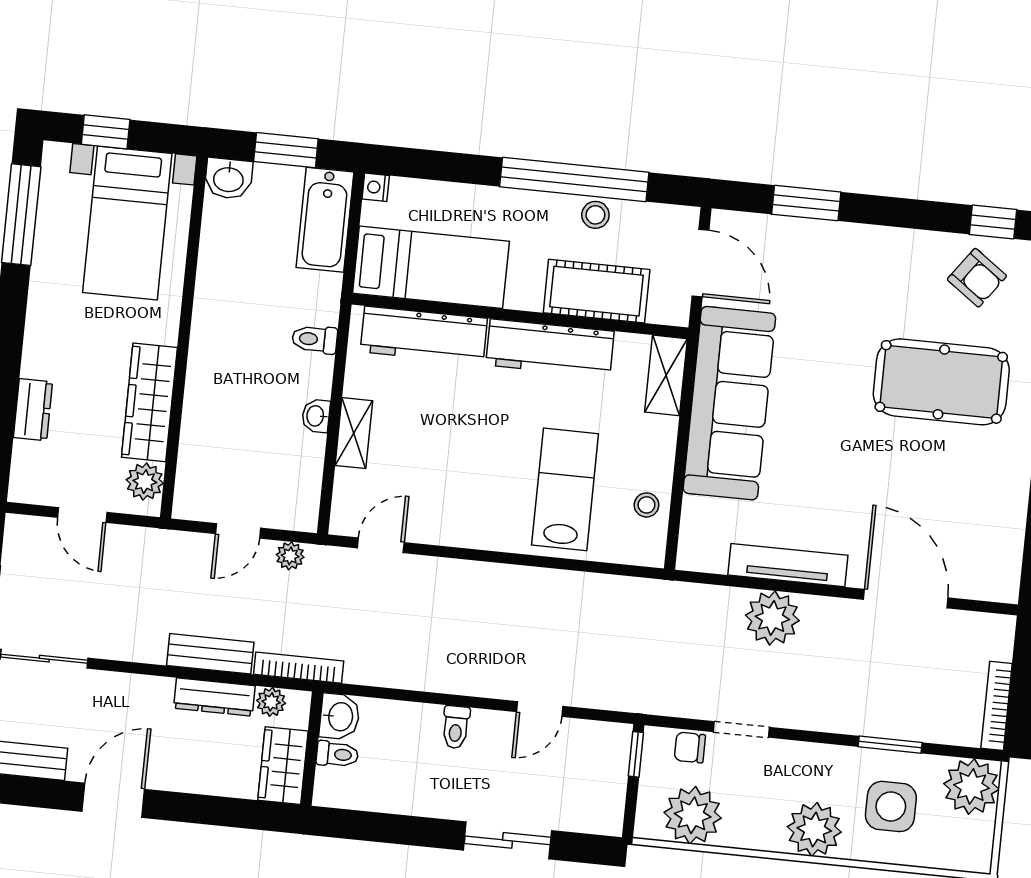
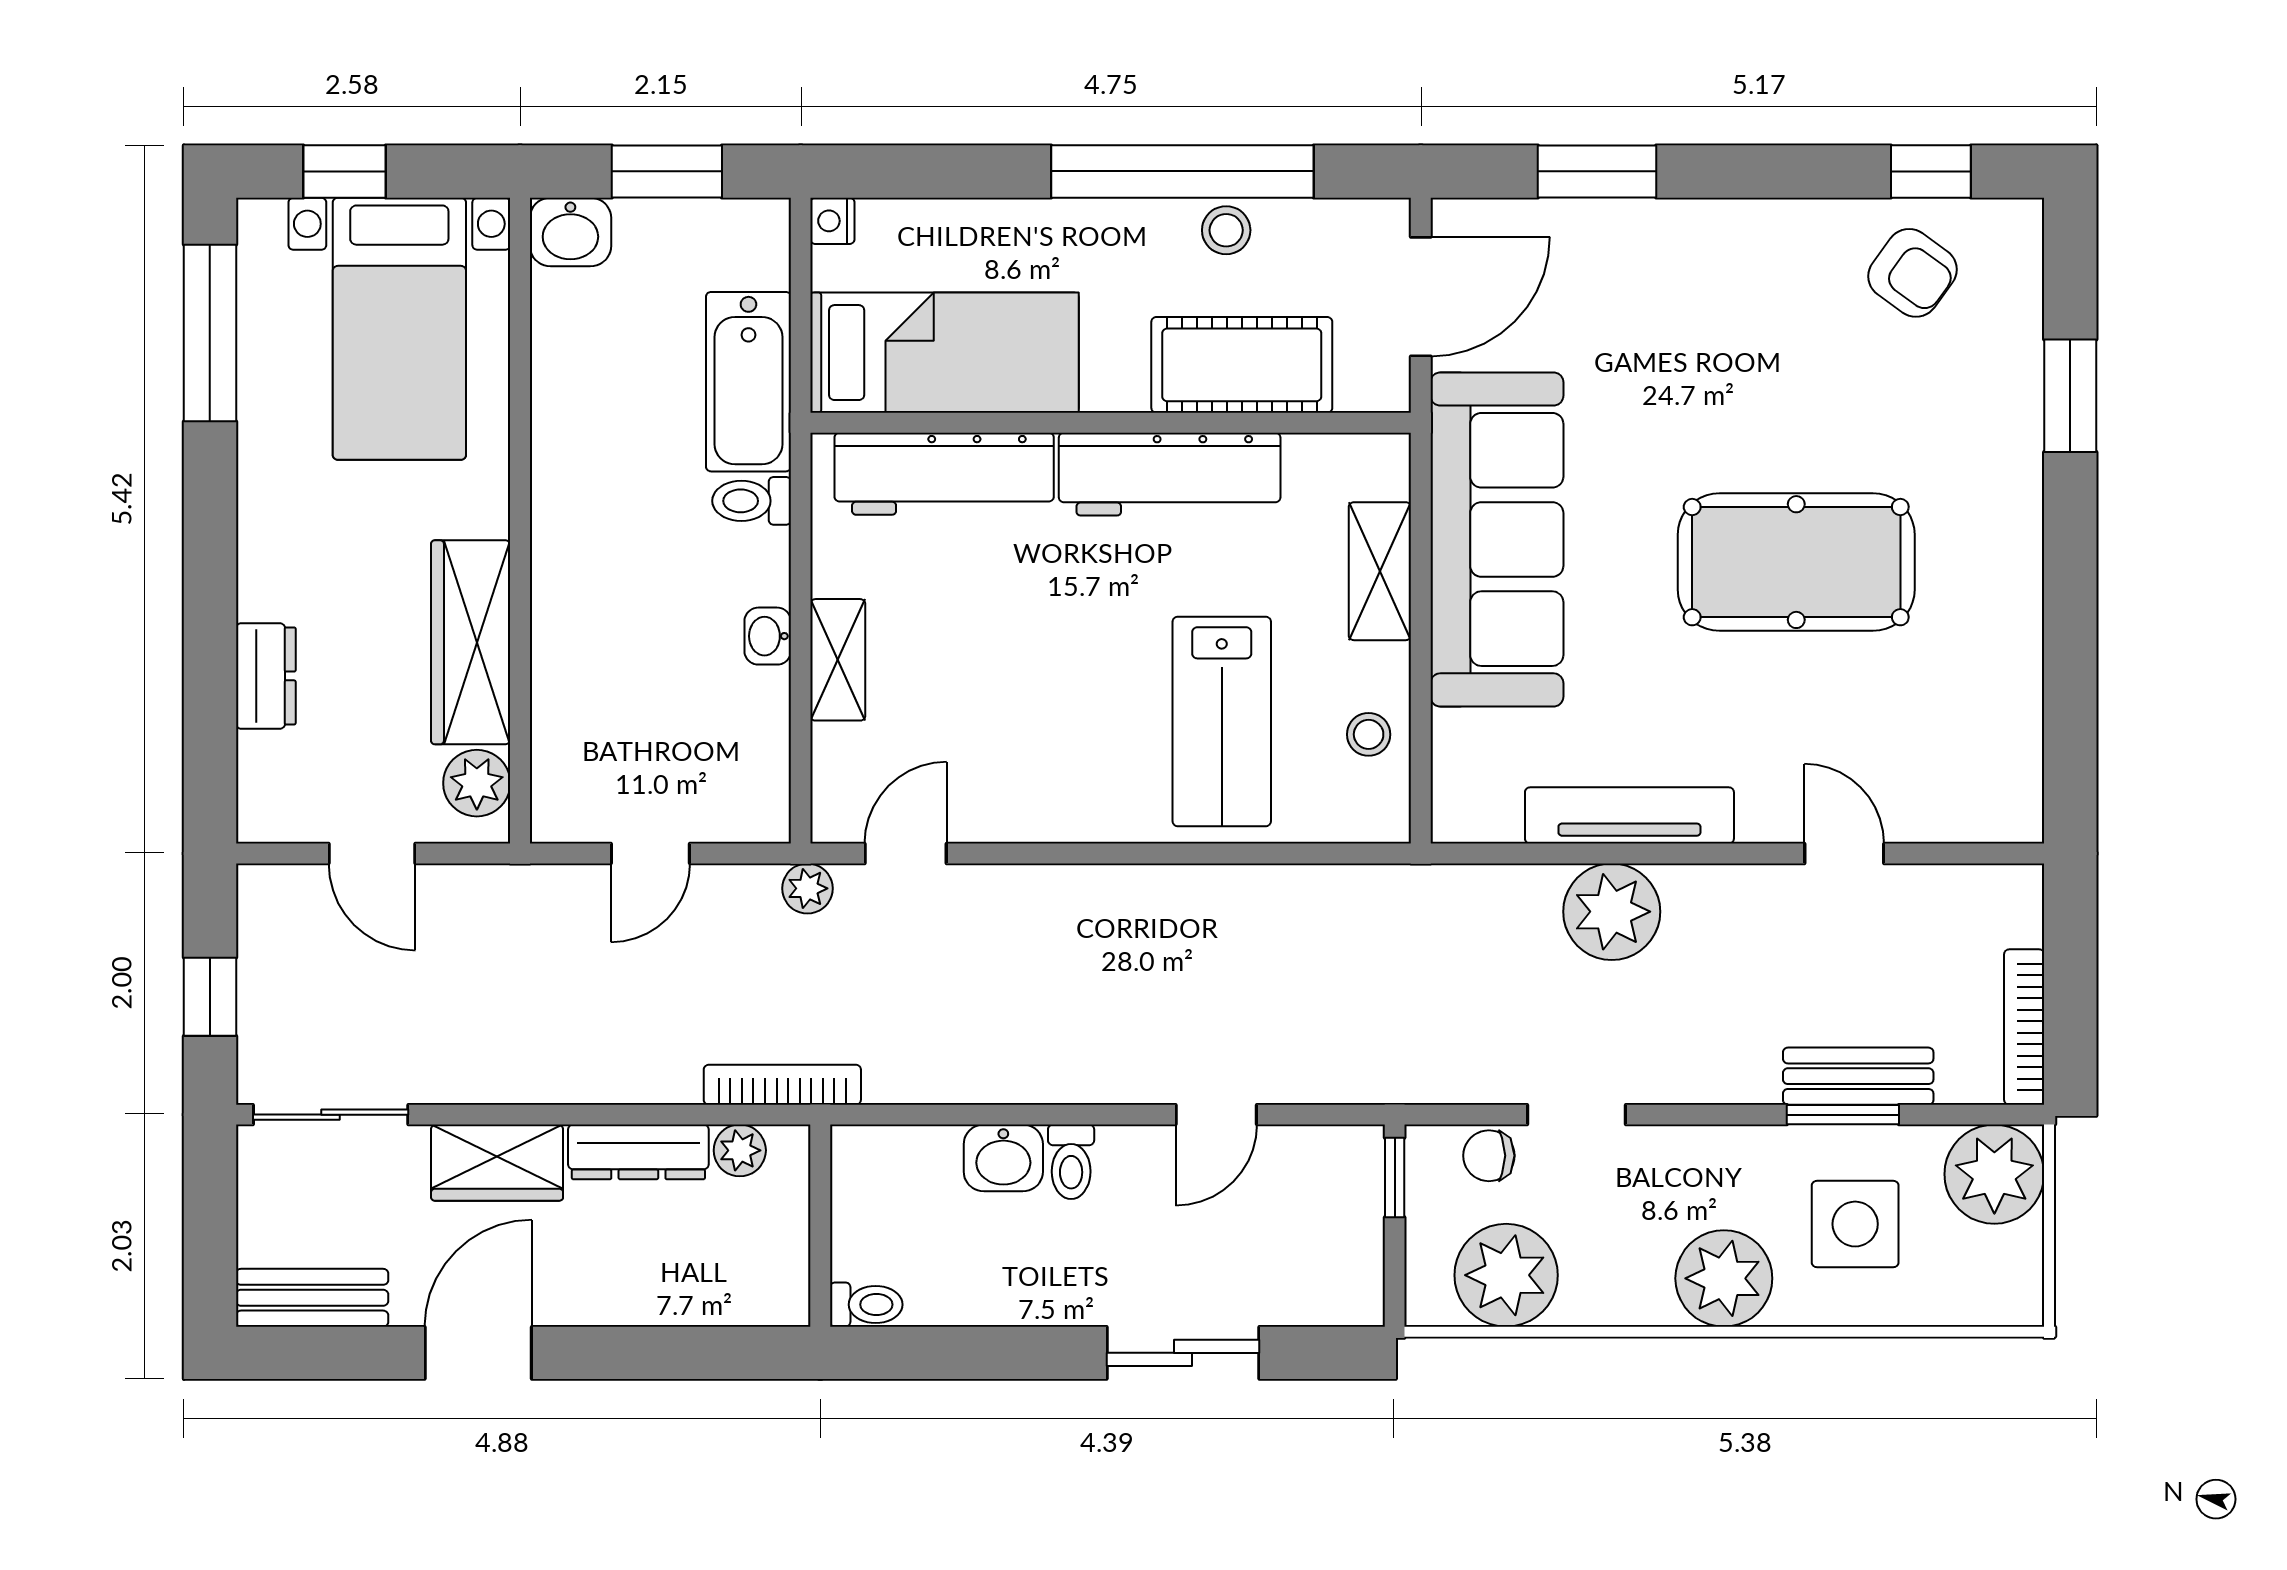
bathtub: (325, 220) -> (748, 382), moved
door: (701, 263) -> (1421, 297), hinge flipped
shelving: (666, 375) -> (1380, 571), moved
pool table: (941, 382) -> (1796, 562), moved
lab bench: (565, 489) -> (1222, 721), turned 180
plant: (290, 556) -> (807, 888), moved
door: (906, 599) -> (1844, 854), width x0.53
bench: (210, 654) -> (1858, 1076), moved
washbasin: (340, 717) -> (1003, 1158), moved, turned 90
toilet: (337, 754) -> (866, 1305), moved
wardrobe: (283, 766) -> (497, 1163), moved, turned -90

